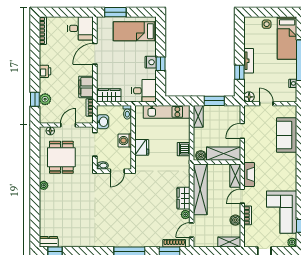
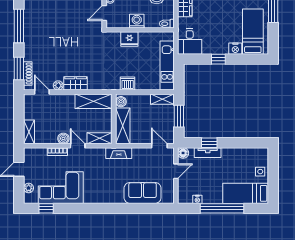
tv unit: (249, 61) -> (208, 153), moved
nightstand: (151, 62) -> (235, 49), moved
door: (242, 131) -> (159, 146), moved
door: (117, 171) -> (104, 13), hinge flipped
fireplace: (249, 174) -> (119, 153), moved
shelving: (200, 189) -> (94, 101), width x0.68
boiler: (235, 220) -> (63, 138), moved
plant: (292, 242) -> (29, 188), moved

